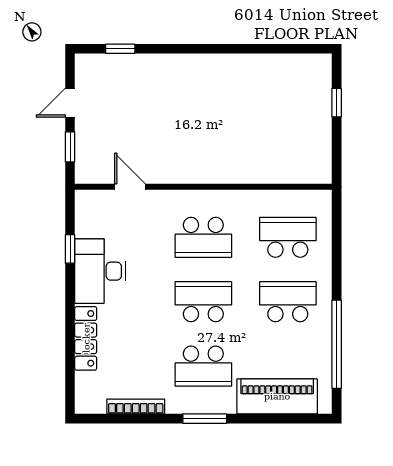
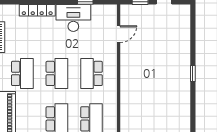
window: (120, 49) -> (193, 74), moved
school desk: (203, 366) -> (22, 73), turned 180

